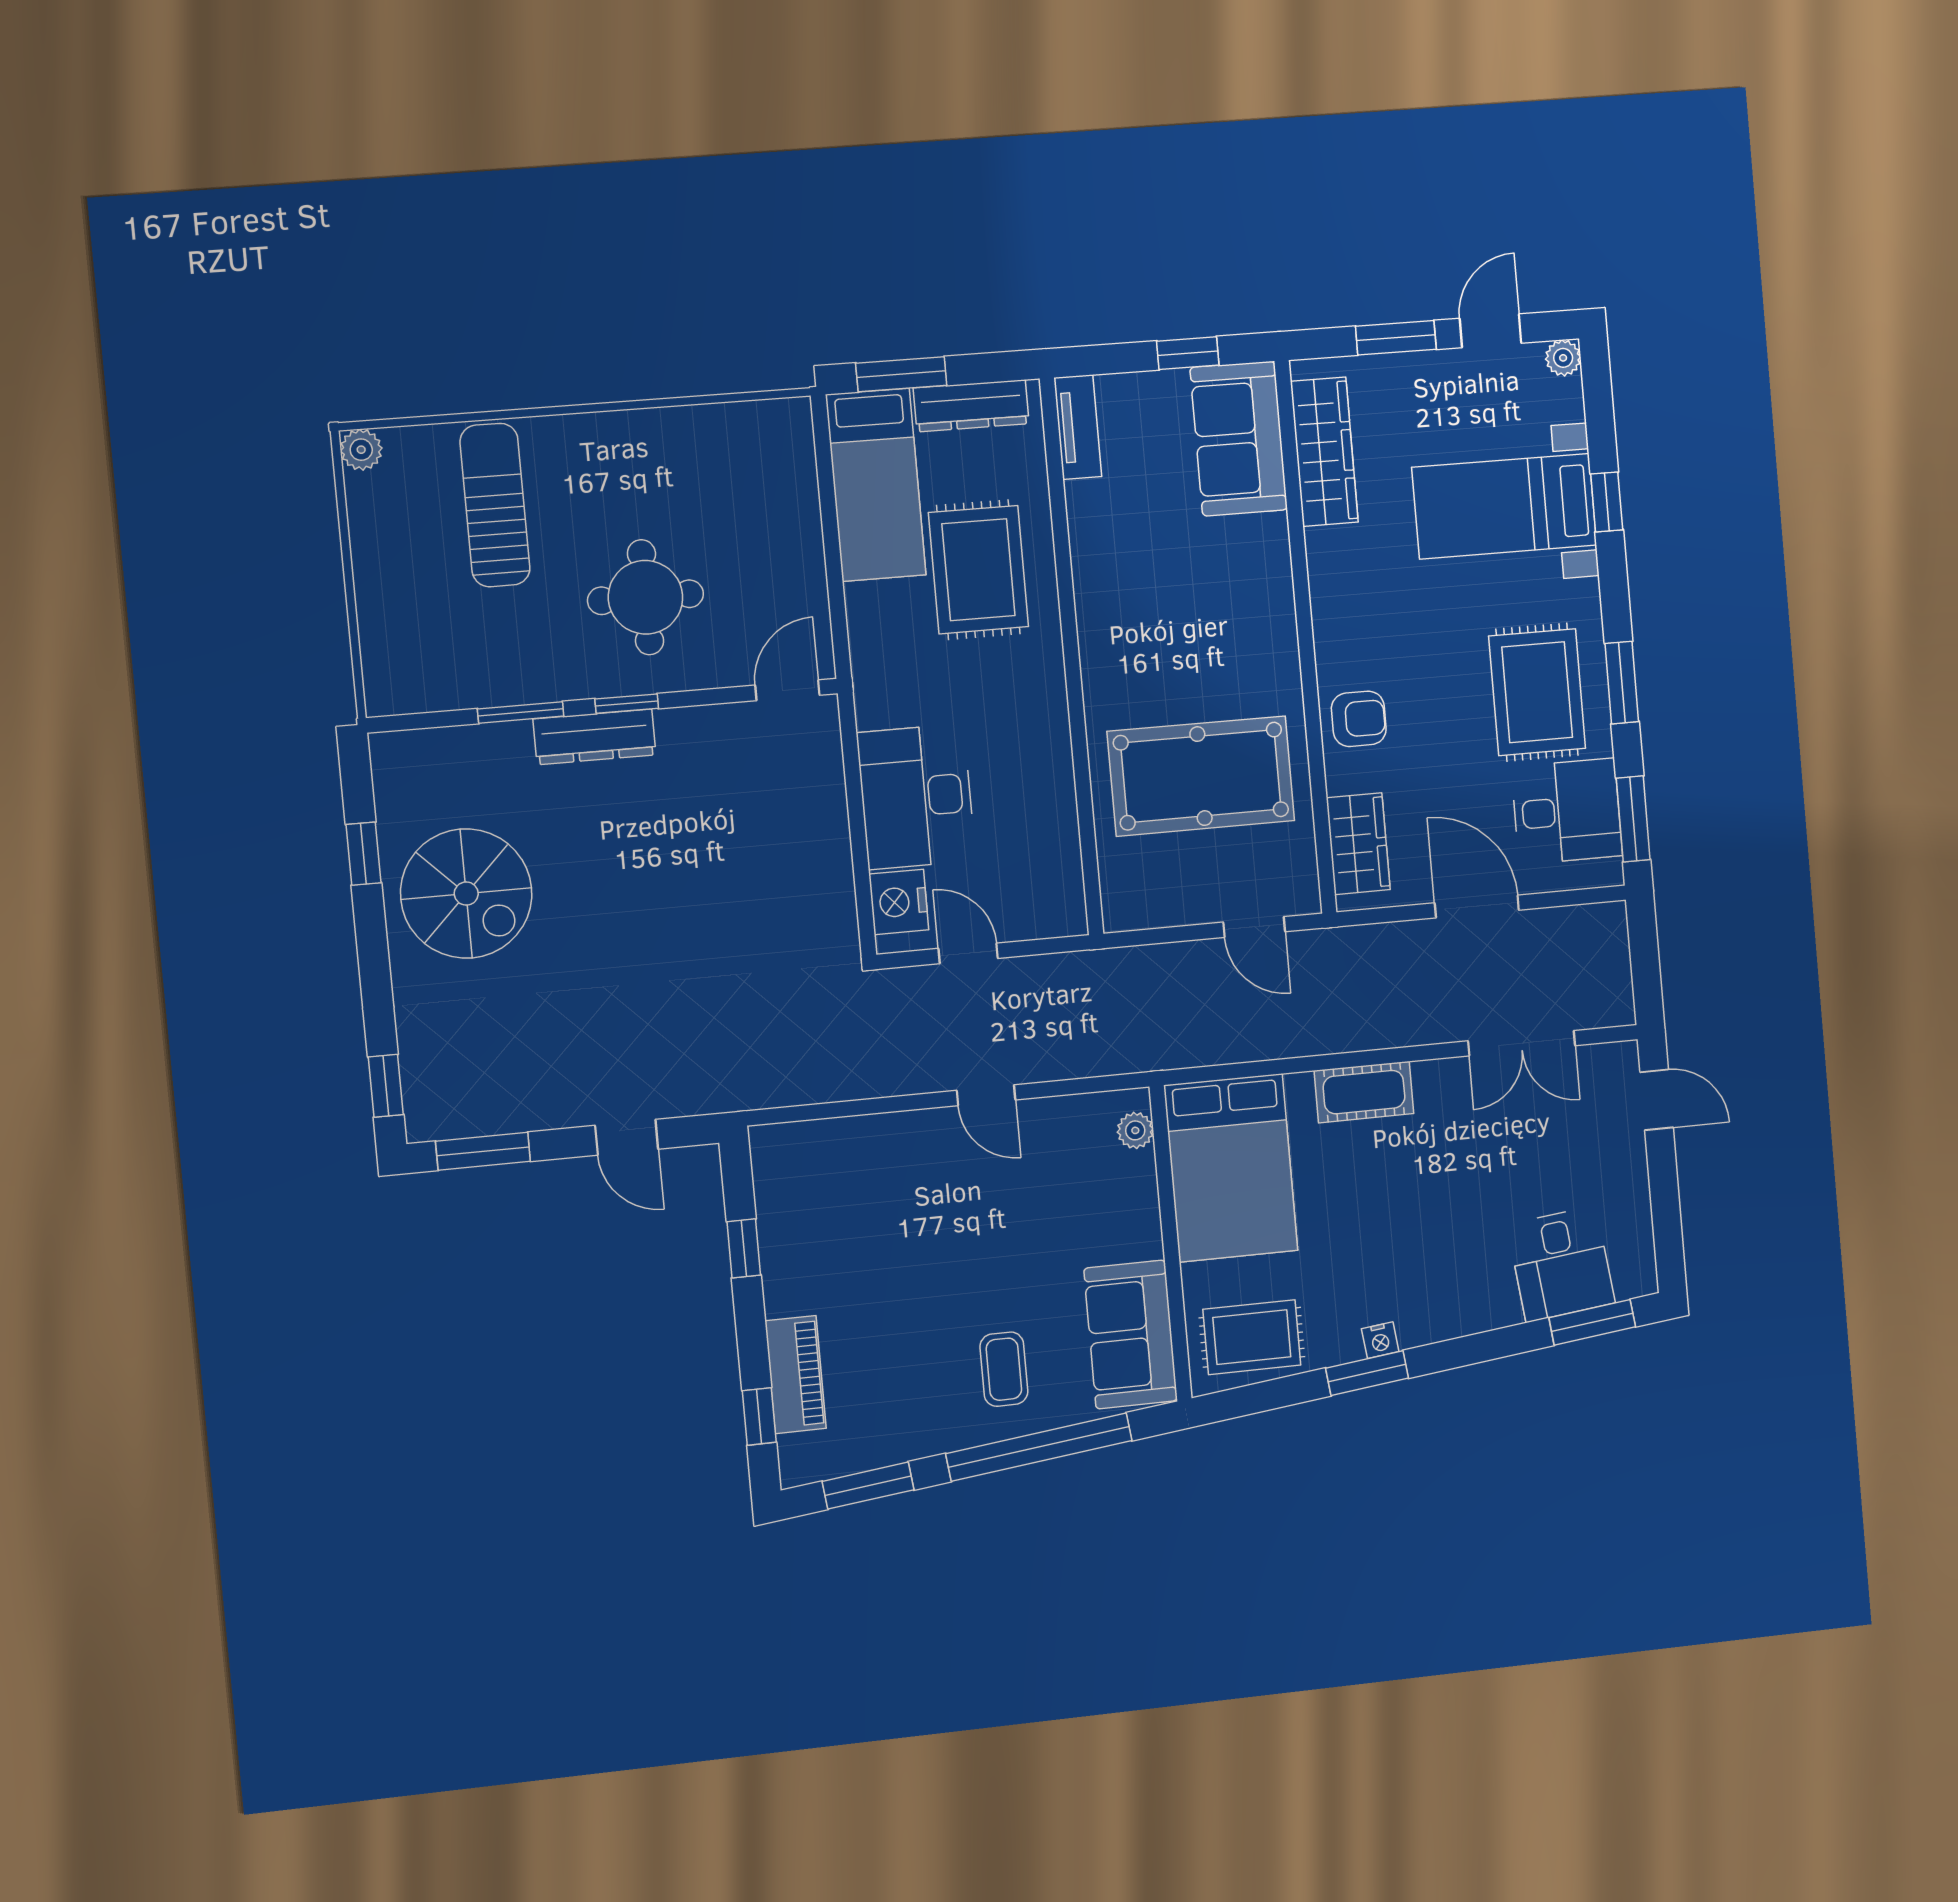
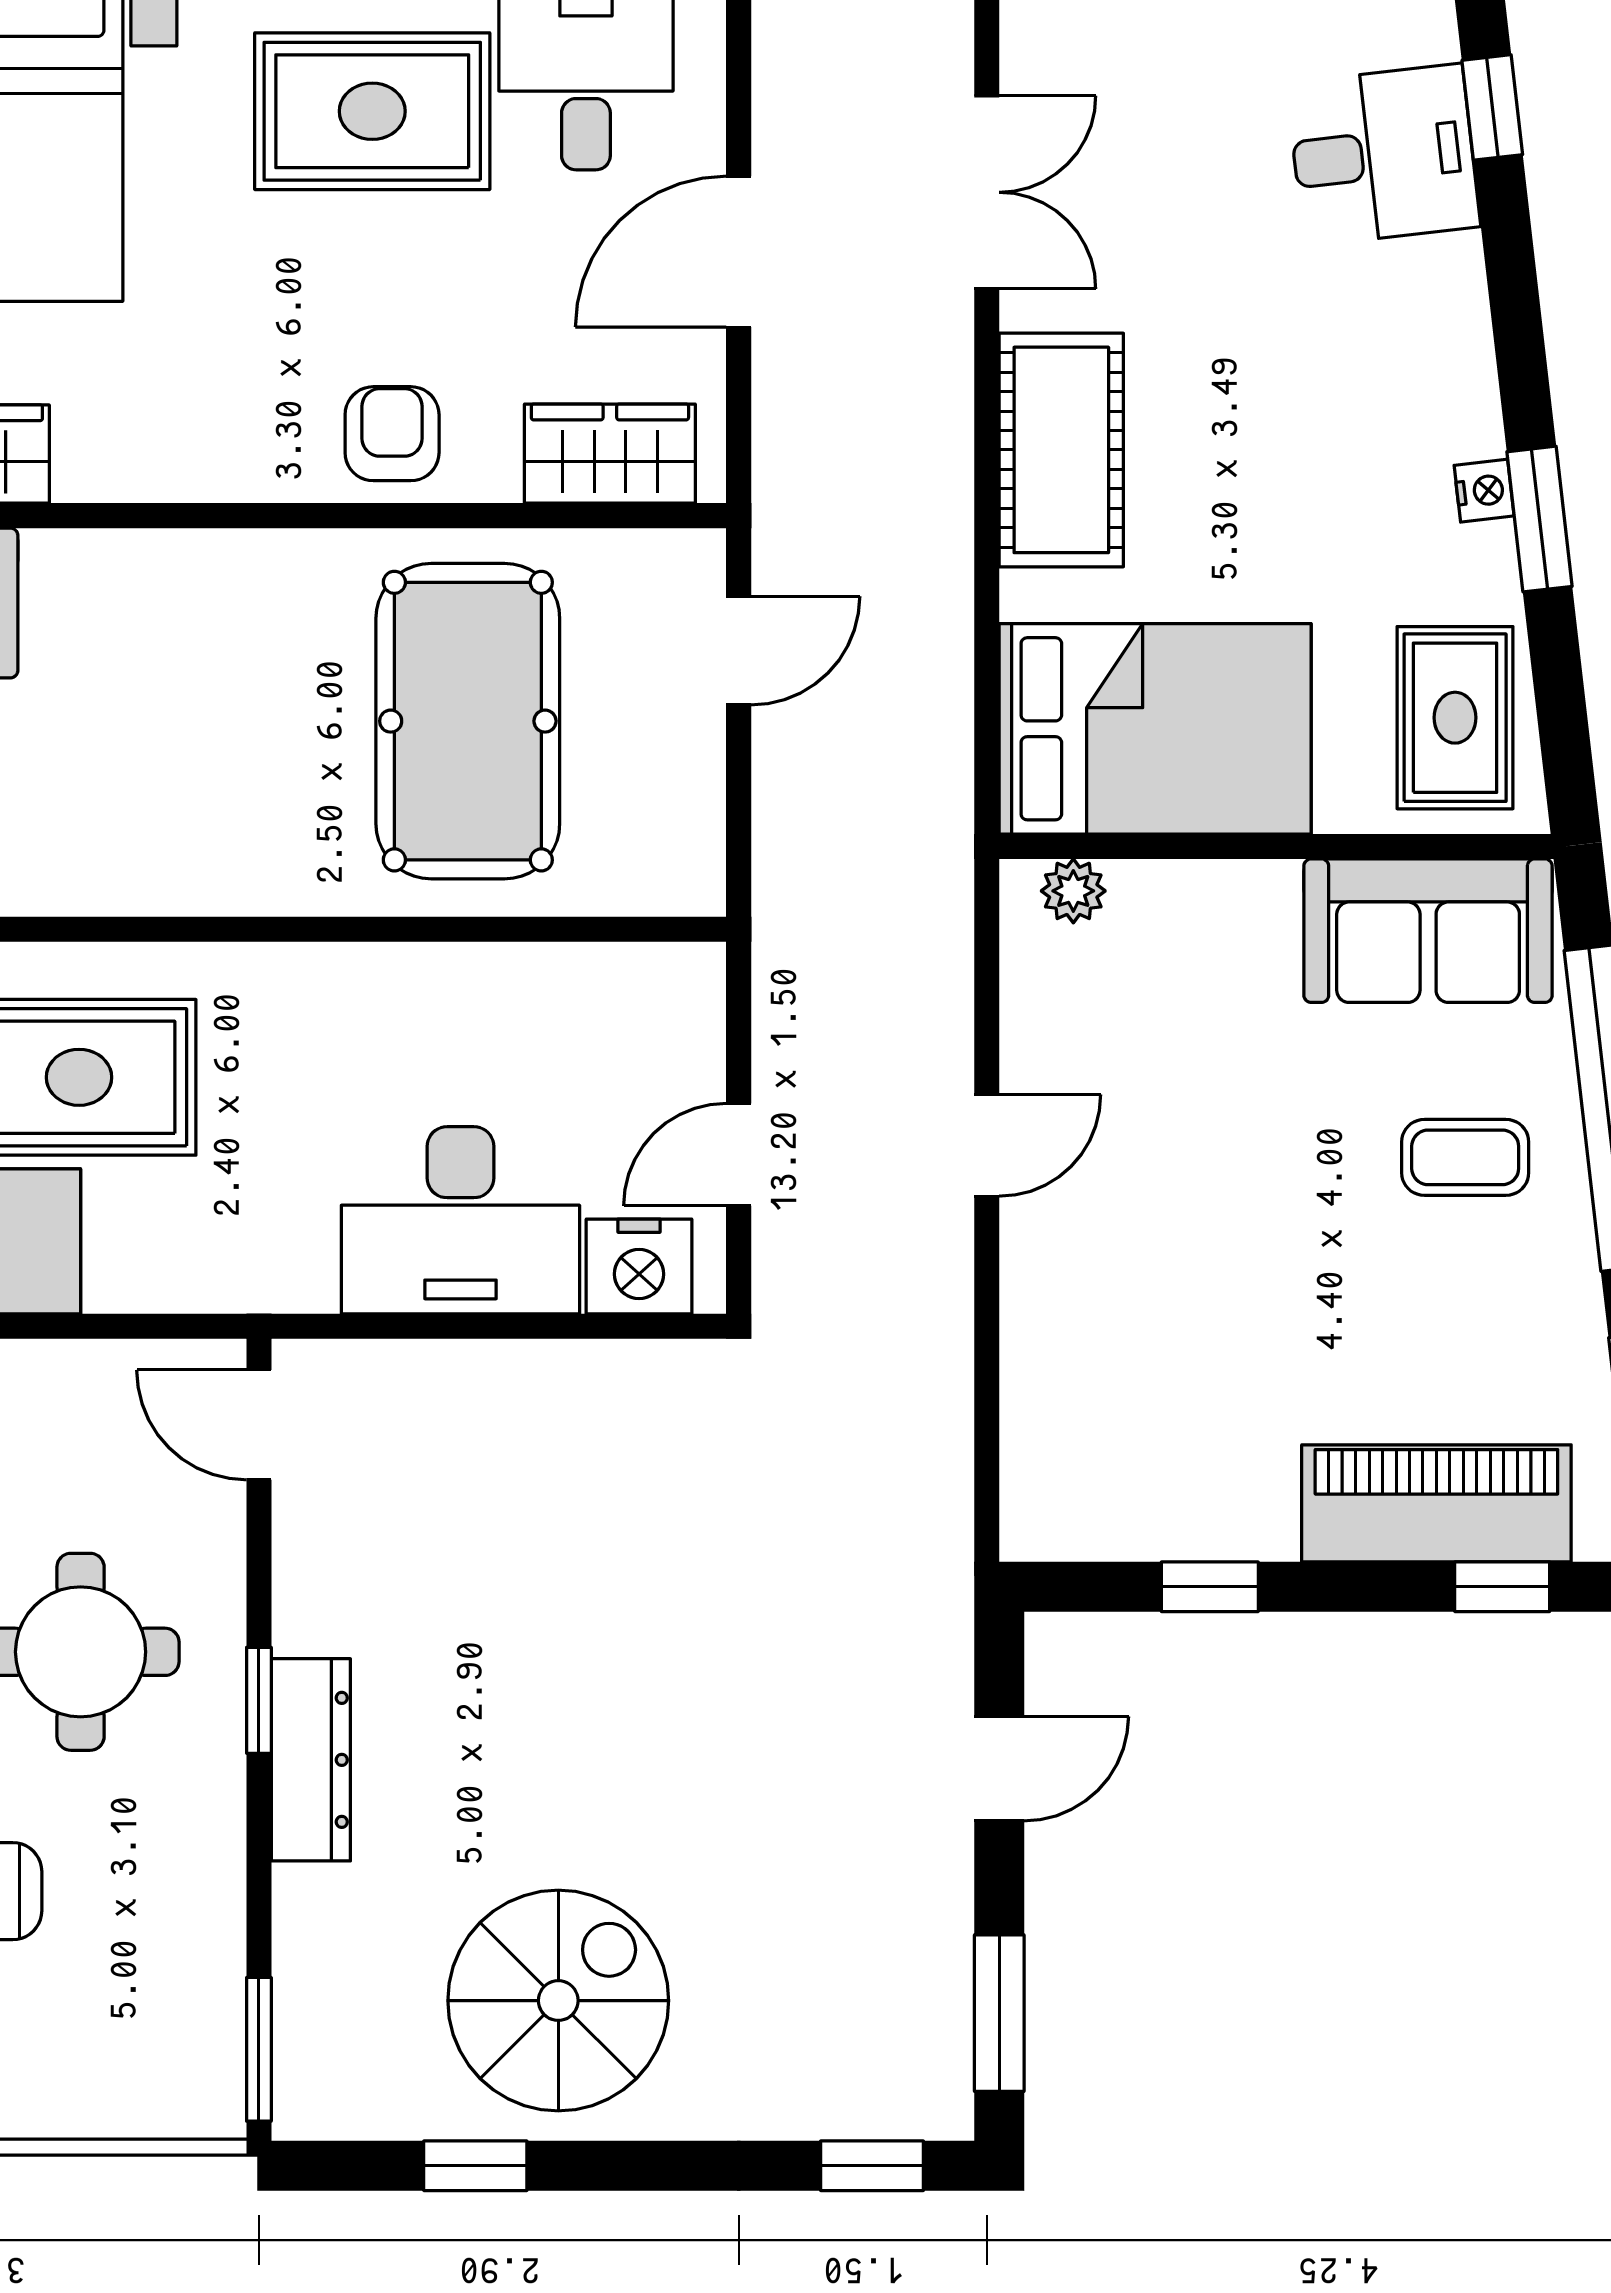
window: (521, 712) -> (259, 2049), moved
cot: (1364, 1092) -> (1061, 450), width x1.37, depth x1.34
window: (1592, 1322) -> (1492, 107), width x0.67
piano: (796, 1375) -> (1436, 1503), width x1.37, depth x1.33

